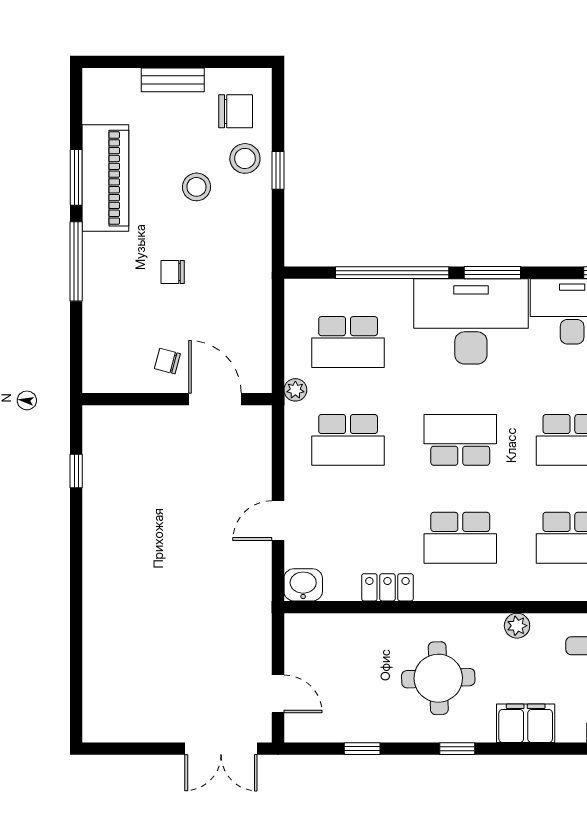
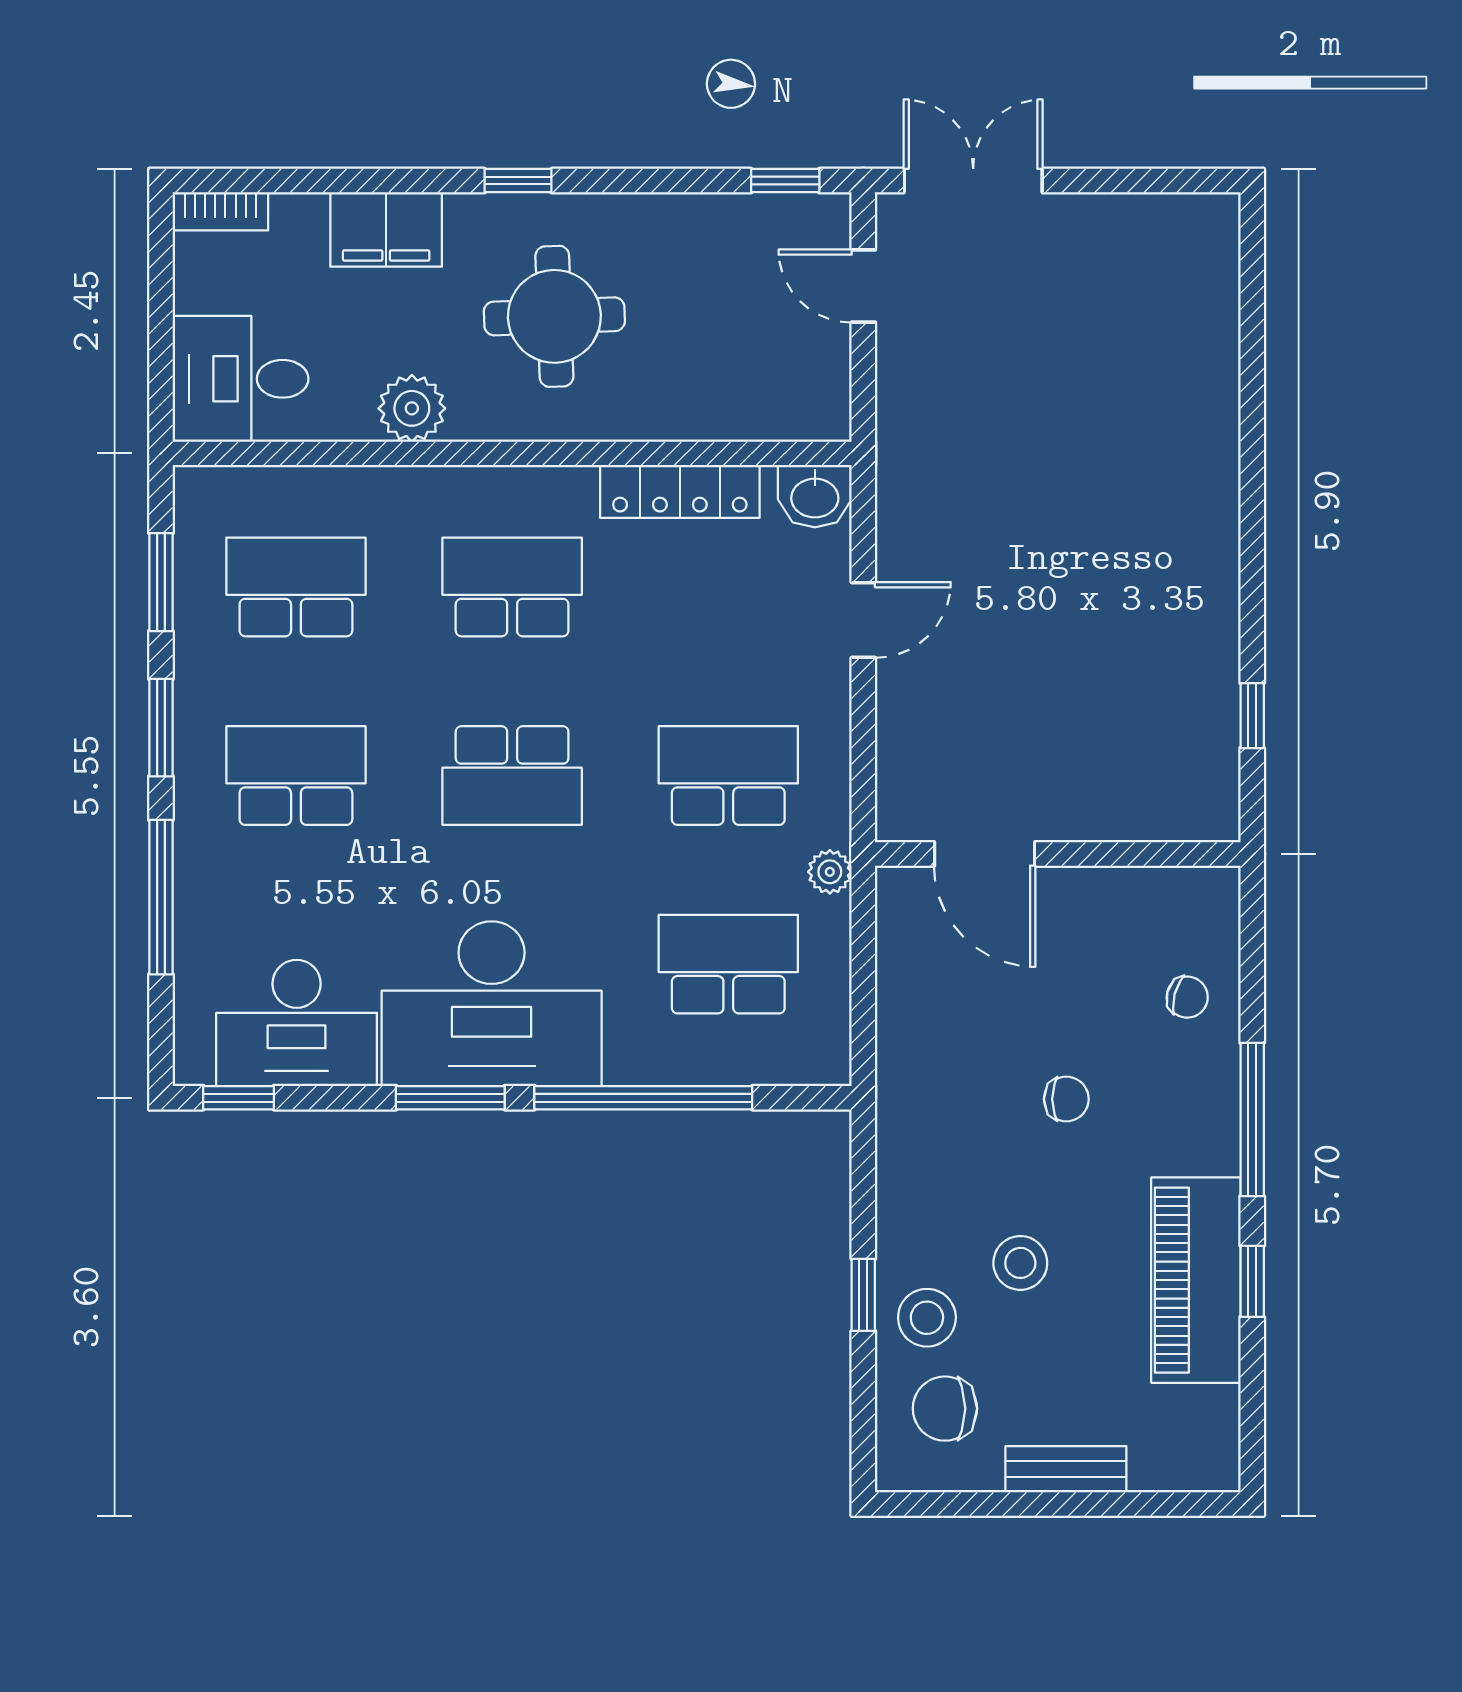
window: (76, 177) -> (1252, 1281), width x0.67
chair: (167, 361) -> (1187, 997), moved
locker: (387, 587) -> (680, 491), width x1.53
plant: (517, 626) -> (412, 408), width x1.38, depth x1.38
window: (362, 749) -> (785, 181), moved

